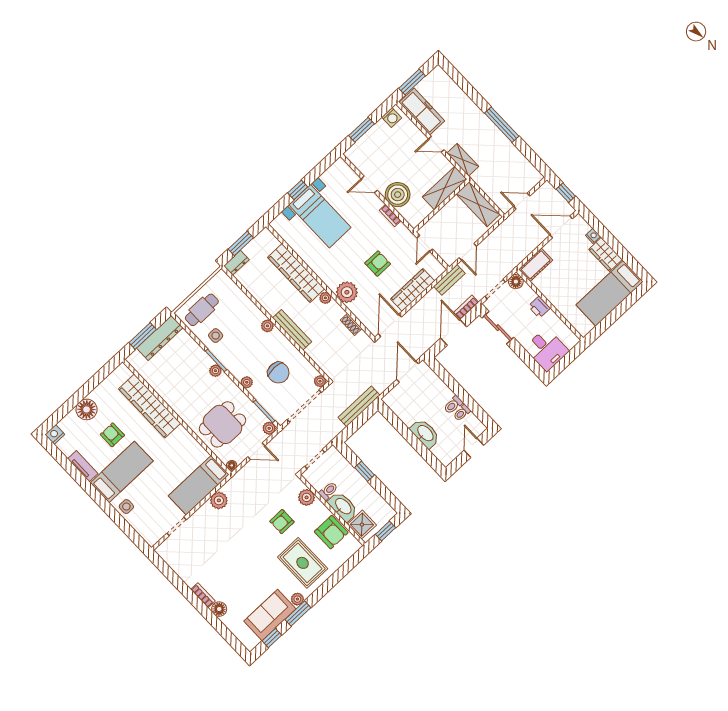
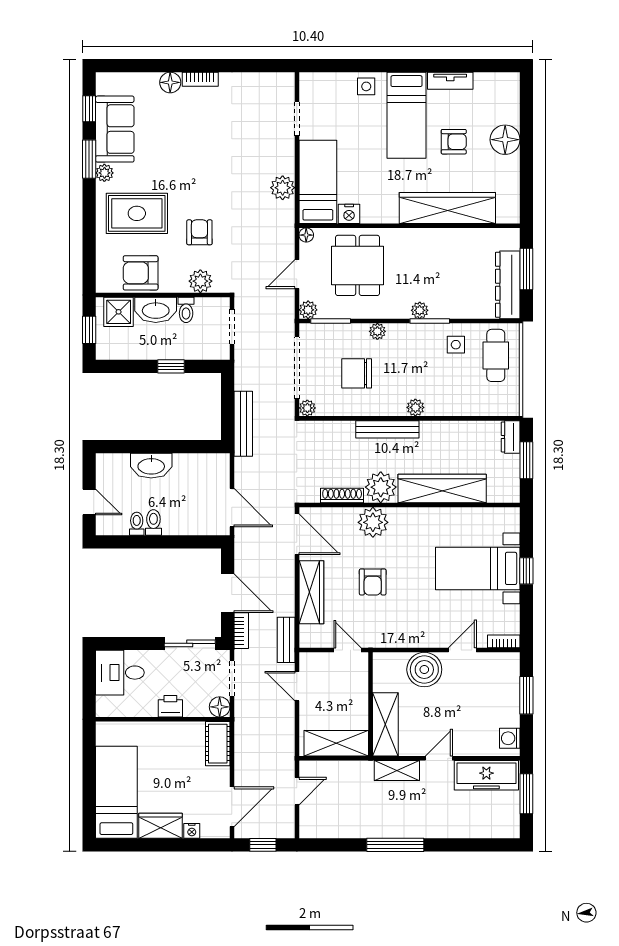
bookcase: (390, 216) -> (504, 641), moved
plant: (325, 298) -> (381, 487), width x1.88, depth x1.88
shoe rack: (351, 324) -> (342, 496), width x1.43
nightstand: (55, 434) -> (349, 214), moved, turned 90

